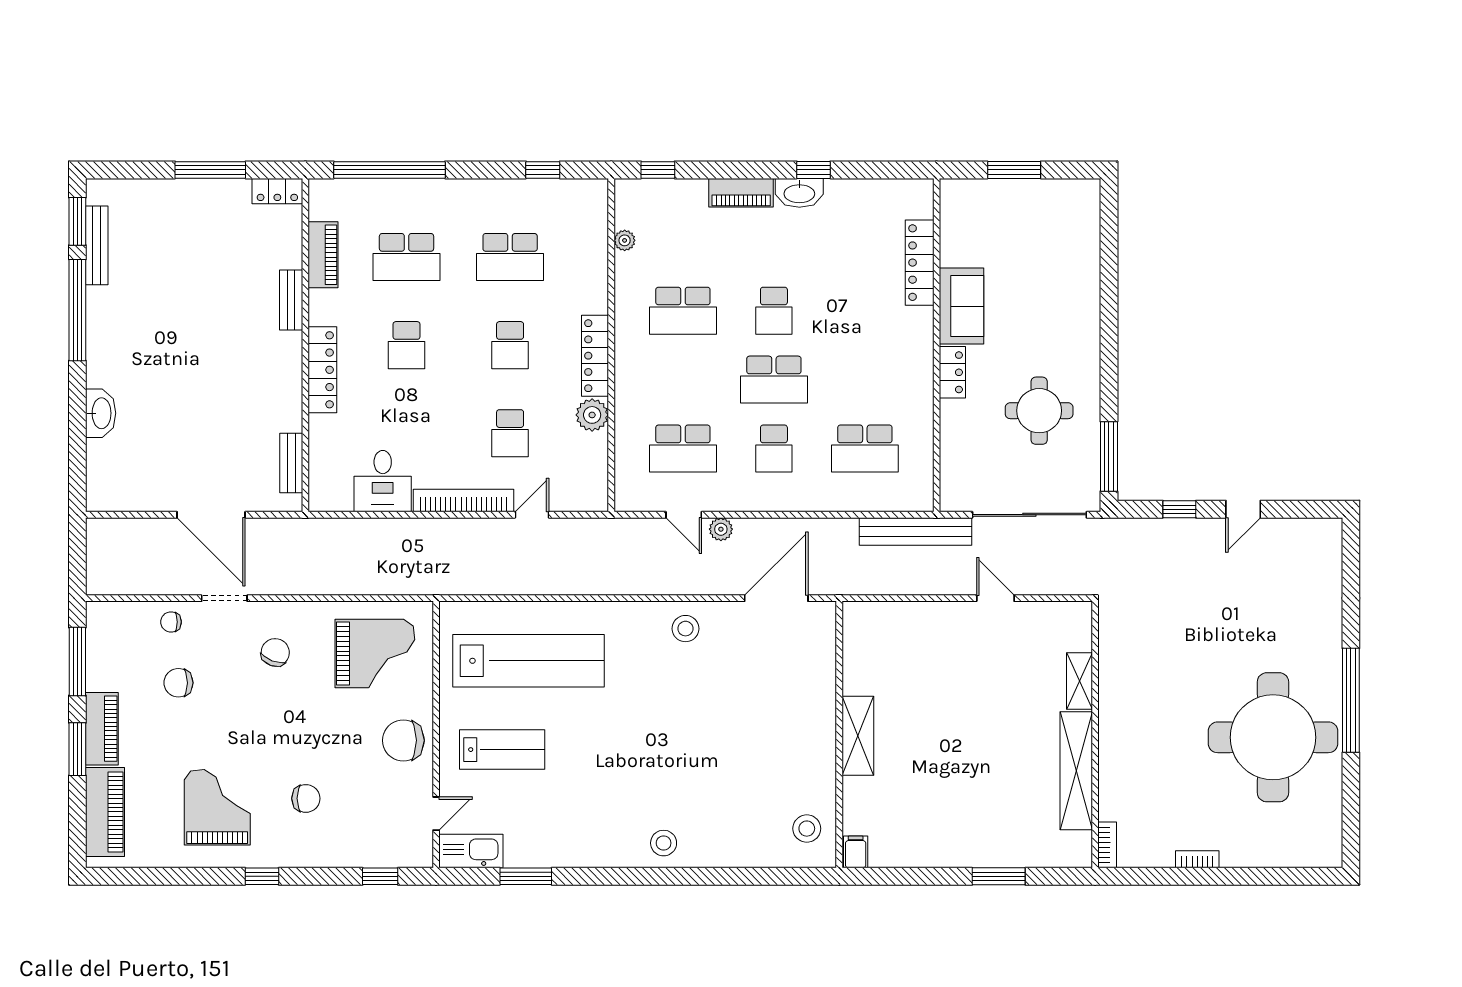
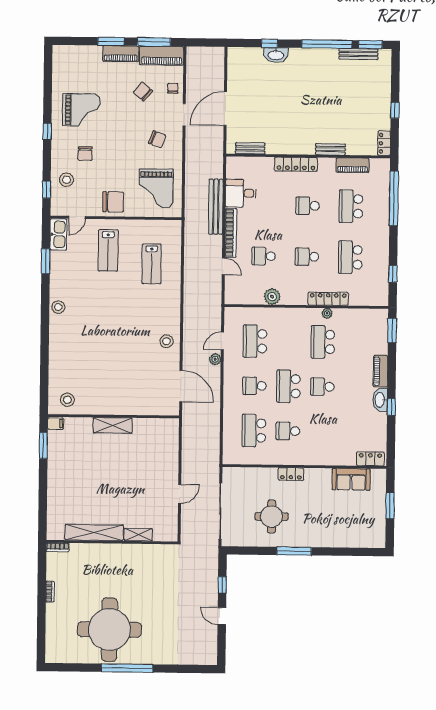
window: (210, 170) -> (395, 110), width x0.46
window: (658, 170) -> (392, 330), width x1.50
plant: (625, 240) -> (327, 313), moved
locker: (920, 263) -> (370, 459), moved, width x0.66
sofa: (961, 306) -> (351, 479), moved
locker: (595, 356) -> (328, 299), moved
school desk: (865, 380) -> (288, 431), added
window: (77, 427) -> (269, 43), added
window: (1109, 456) -> (294, 551), moved
bench: (916, 531) -> (216, 207), moved
lab bench: (528, 661) -> (152, 264), width x0.54, depth x0.72
chair: (178, 683) -> (143, 92), turned -50
chair: (403, 740) -> (113, 202), turned 90
piano: (105, 812) -> (162, 56), moved
door: (436, 814) -> (77, 217), hinge flipped
stool: (360, 836) -> (66, 180), added
stool: (664, 843) -> (58, 307), moved
window: (999, 876) -> (43, 445), moved

